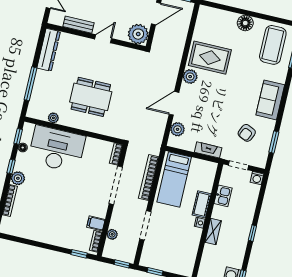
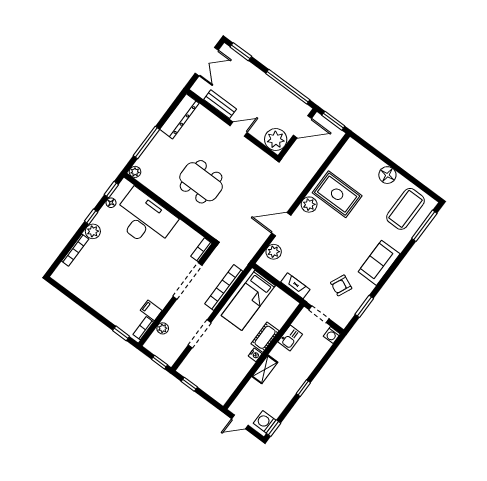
plant: (53, 118) -> (135, 172), moved

